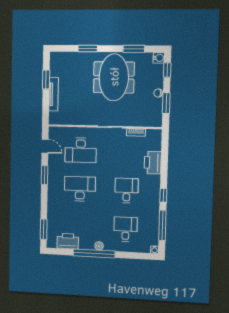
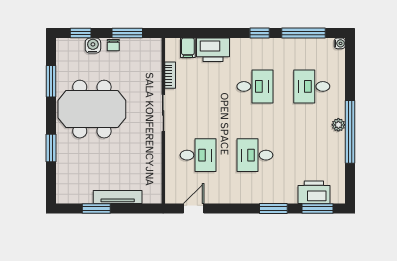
water cooler: (159, 58) -> (93, 46), moved
filing cabinet: (155, 145) -> (188, 48), added
desk: (81, 150) -> (198, 155), width x0.73
window: (45, 175) -> (273, 209), moved
desk: (80, 189) -> (255, 155), width x0.73
desk: (126, 191) -> (255, 86), turned 180
printer: (68, 241) -> (314, 192), moved, turned 90

